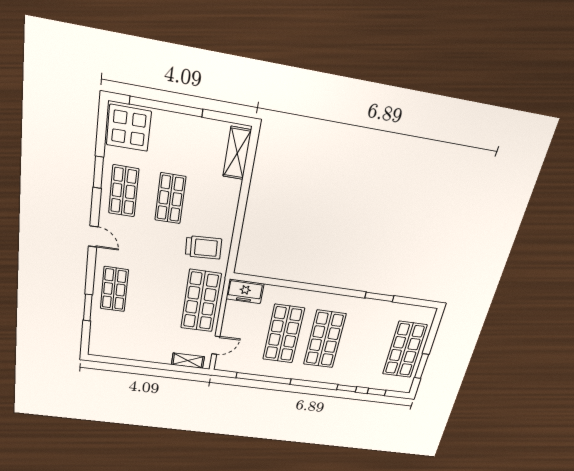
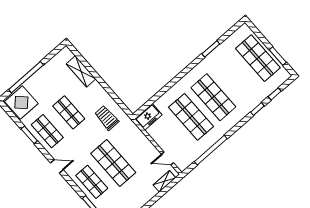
shelving: (237, 153) -> (81, 71), moved
trolley: (203, 247) -> (107, 118), turned -87
shop shelf: (201, 301) -> (113, 163), moved
door: (216, 345) -> (168, 158), swing flipped

